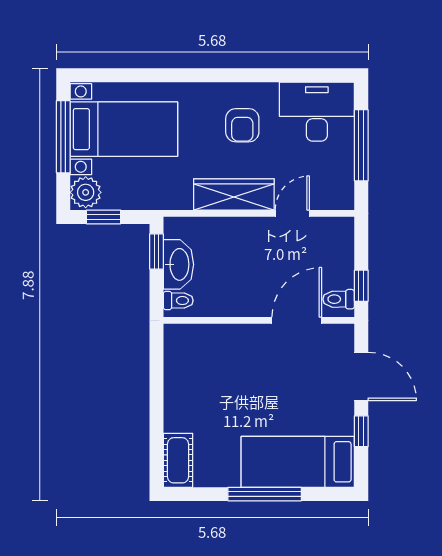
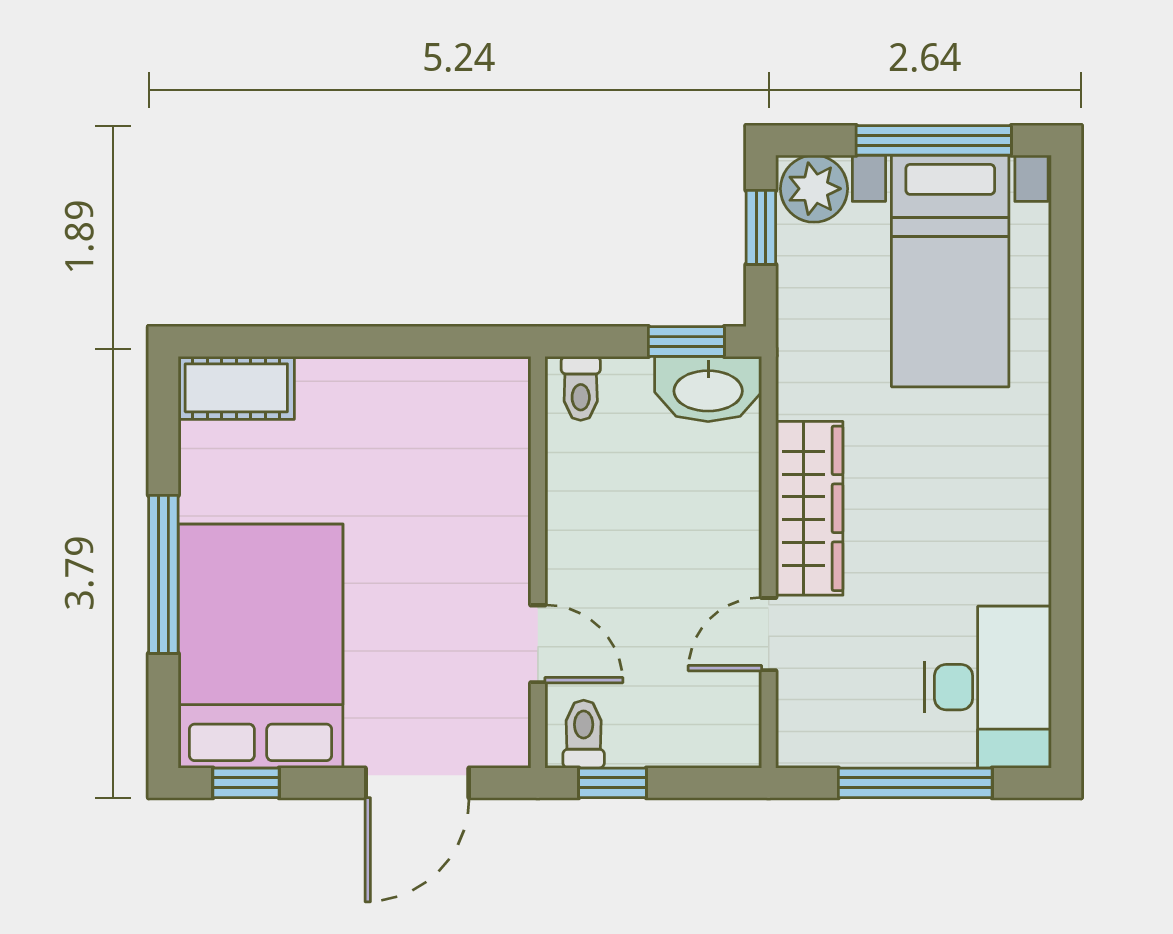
armchair: (242, 125) -> (959, 526), removed
door: (292, 213) -> (769, 634), swing flipped
washbasin: (179, 264) -> (708, 389), moved
door: (297, 320) -> (538, 644), width x0.73
window: (361, 431) -> (246, 783), moved
bed: (298, 462) -> (261, 646), width x1.50

